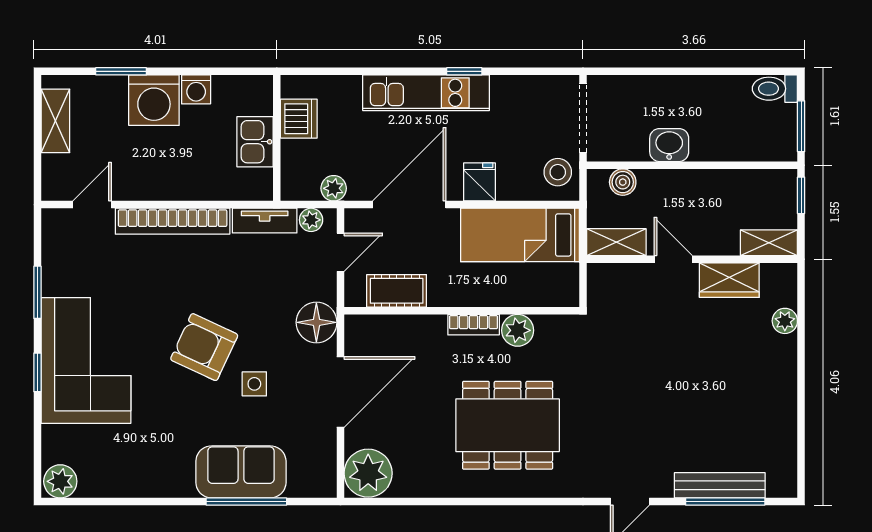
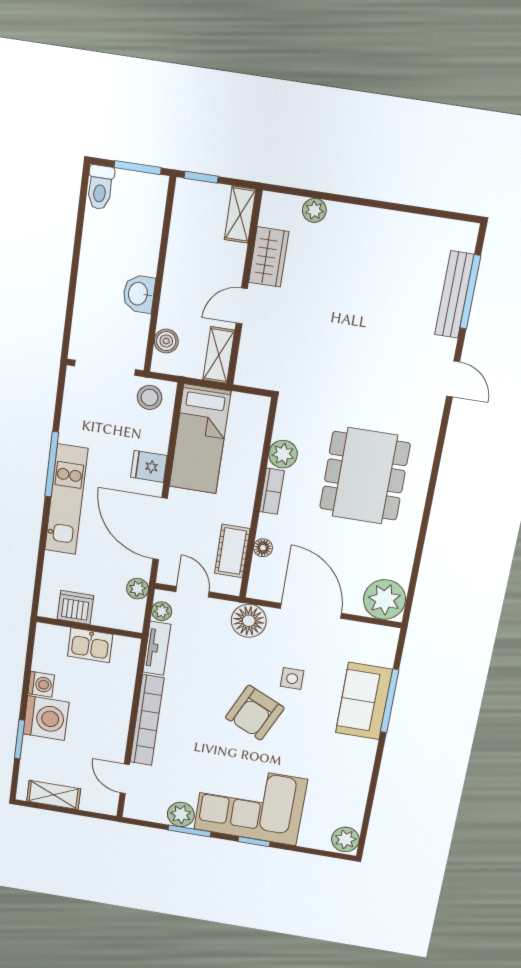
window: (464, 71) -> (52, 464), width x2.17
plant: (57, 279) -> (181, 814), added
floor lamp: (406, 325) -> (263, 548), added

